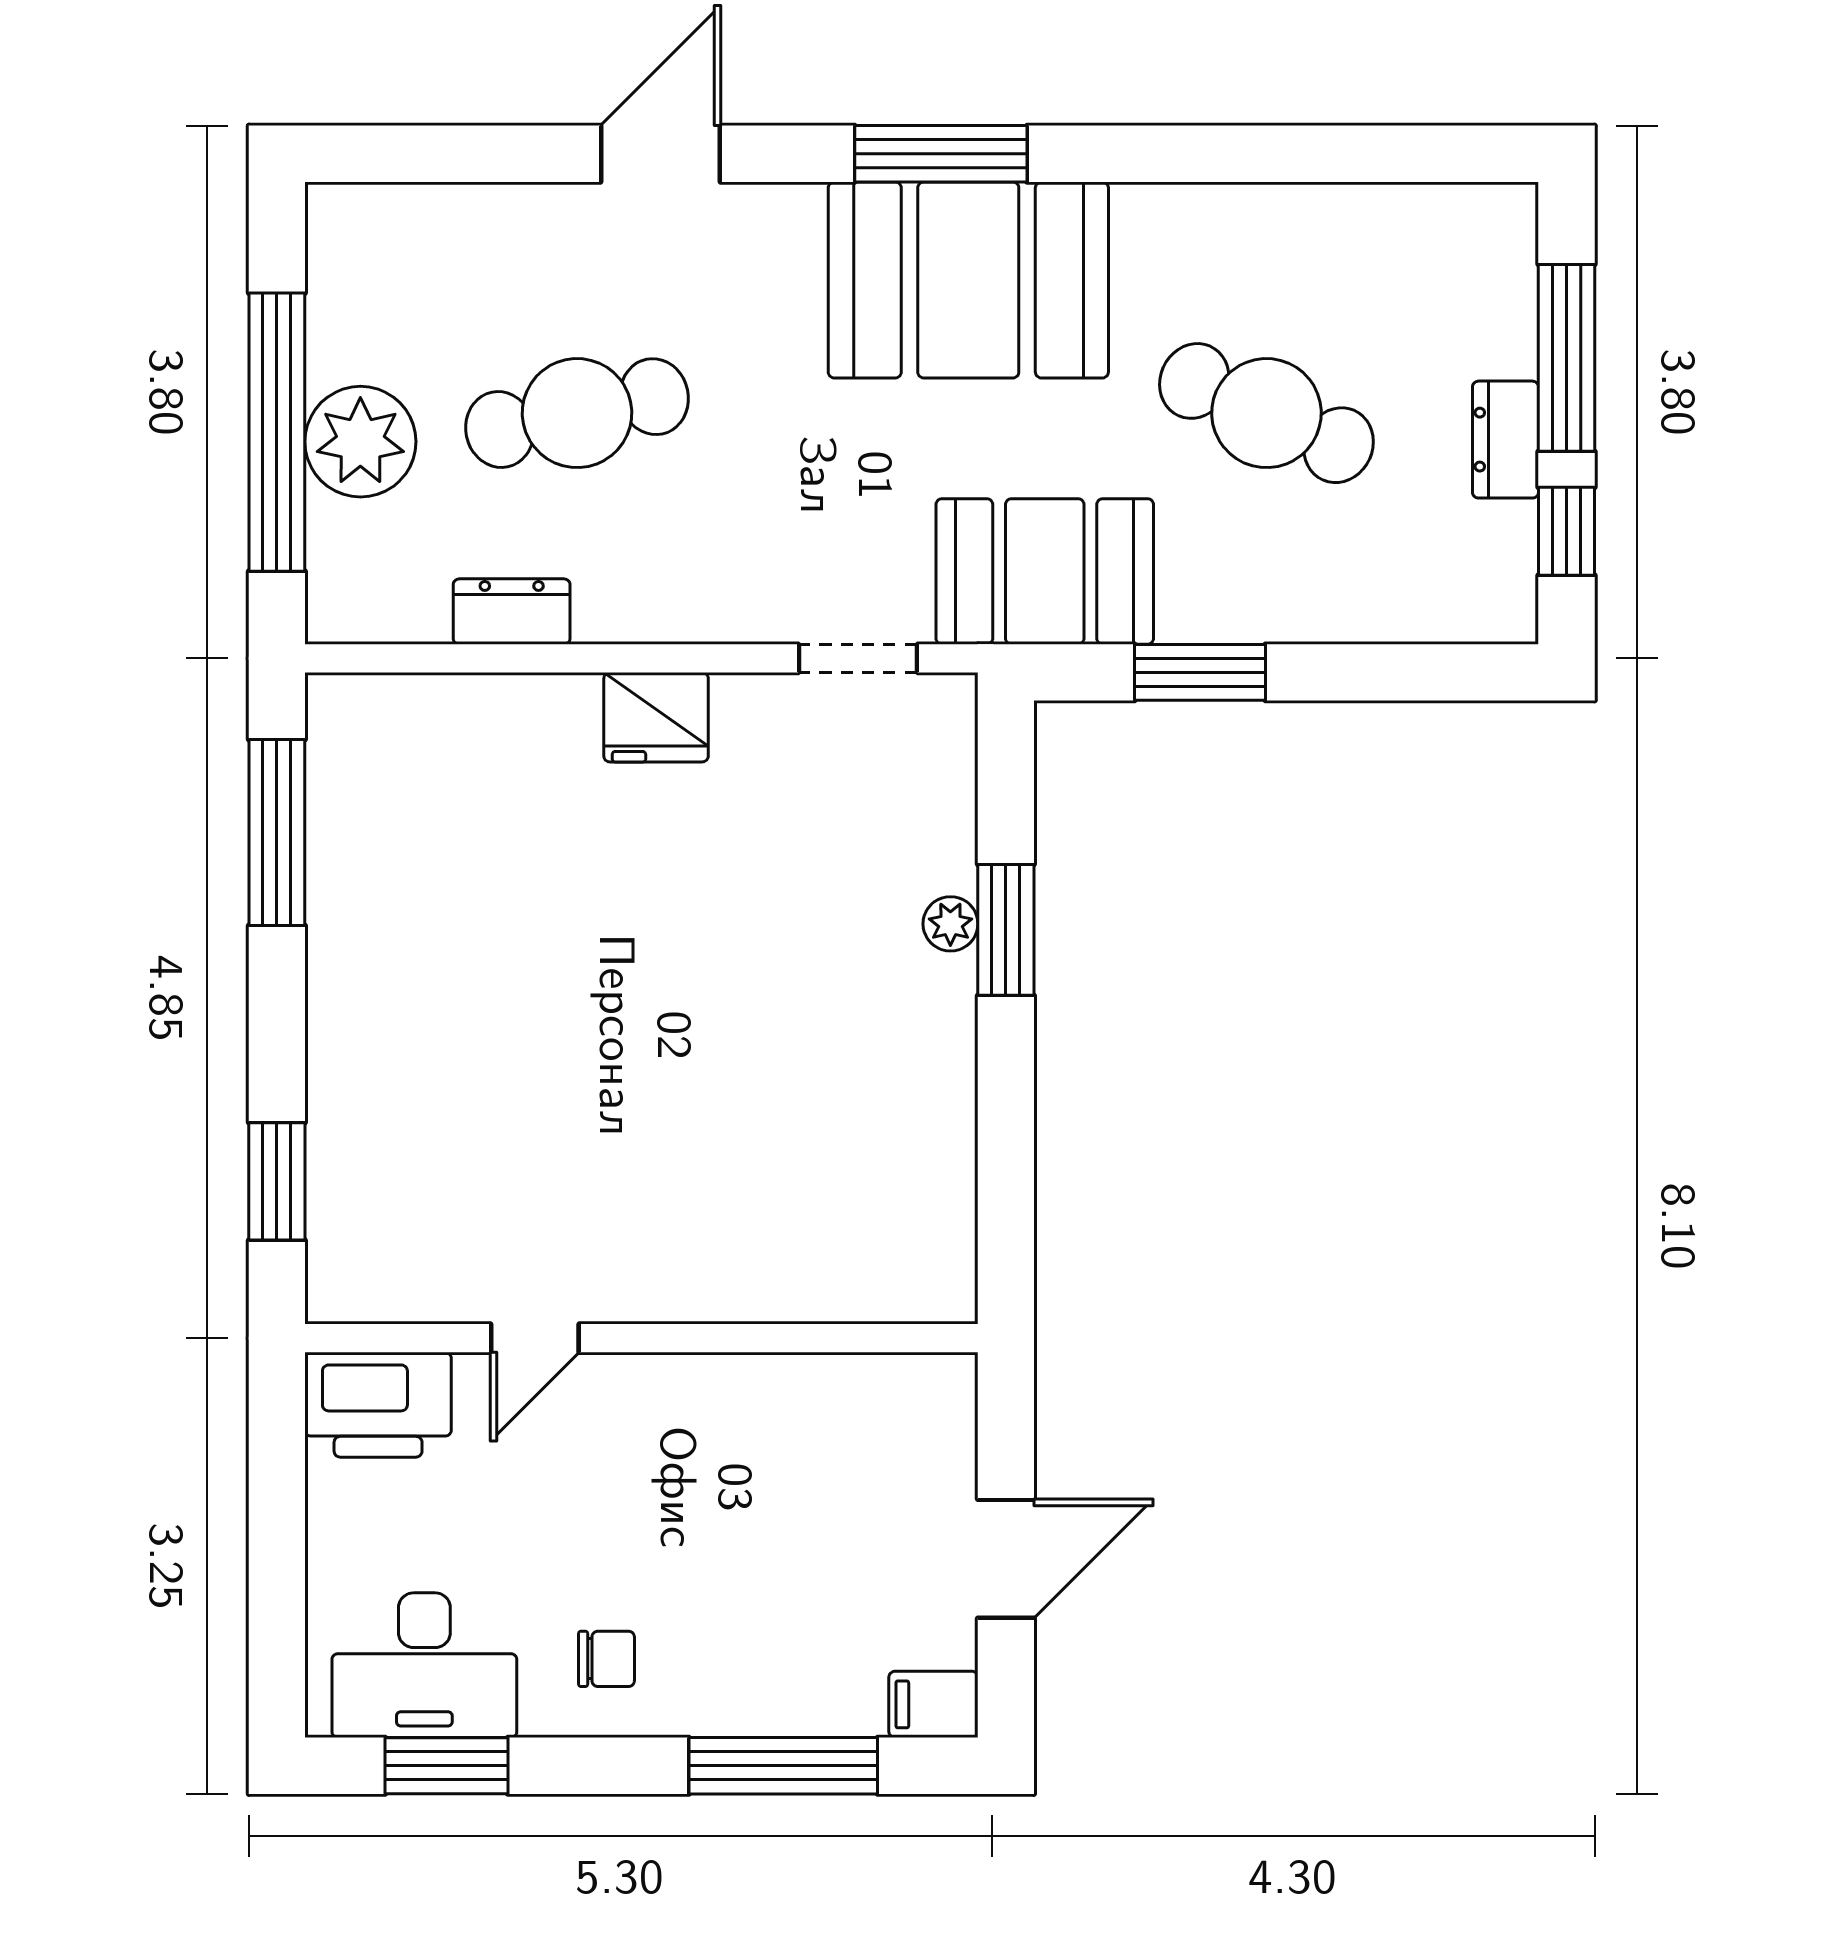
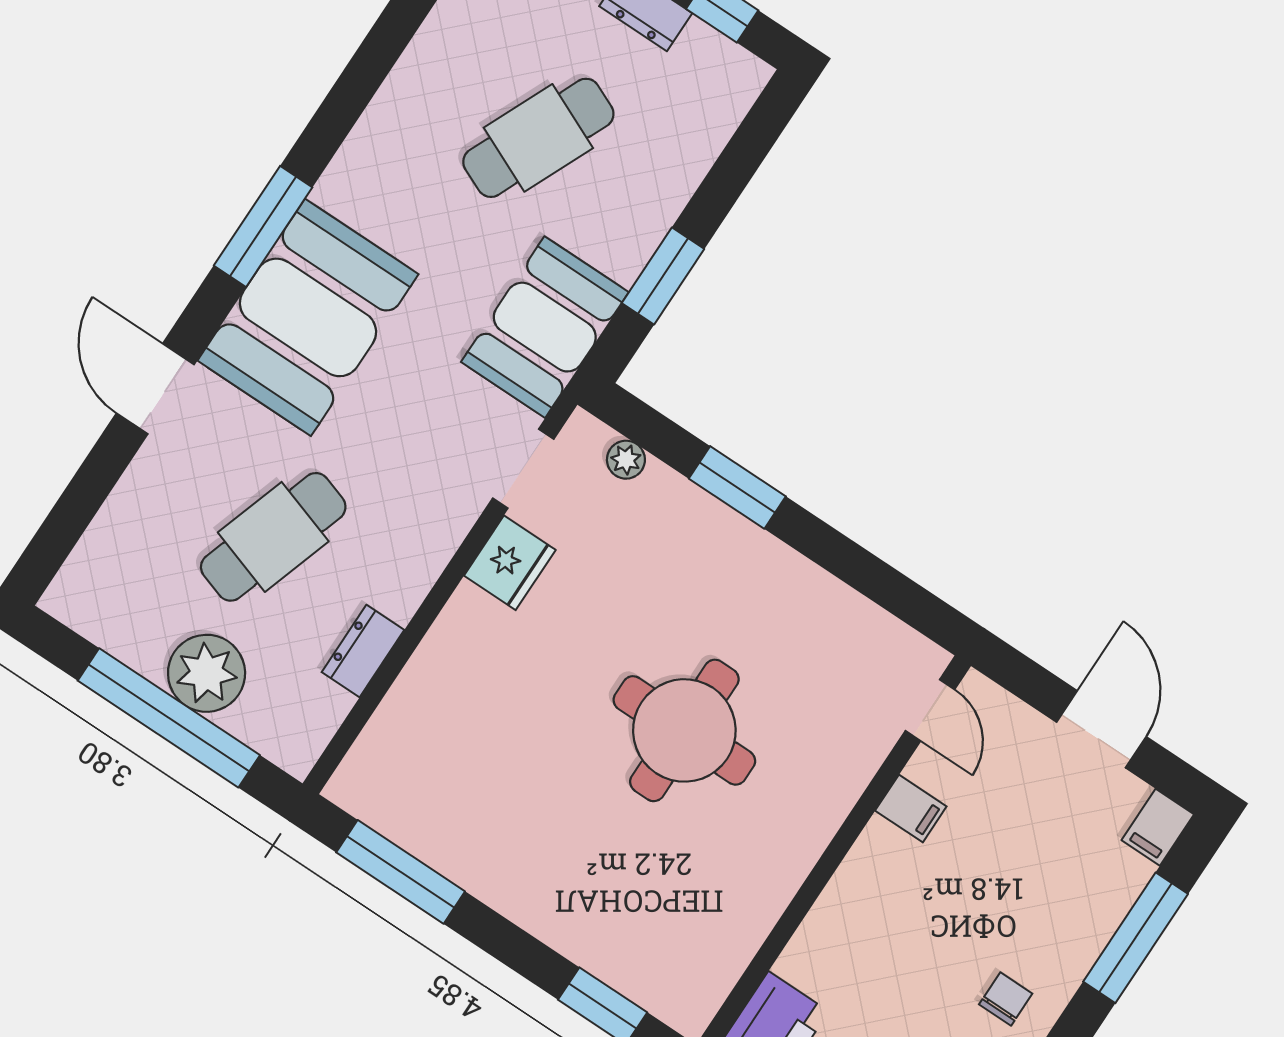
booth: (968, 280) -> (308, 317), moved
cafe table: (577, 413) -> (273, 537), turned 30
fridge: (656, 717) -> (510, 563), moved
plant: (950, 924) -> (626, 460), moved
round table: (672, 1060) -> (684, 730), added
door: (535, 1338) -> (930, 710), moved
filing cabinet: (759, 1394) -> (911, 809), added

